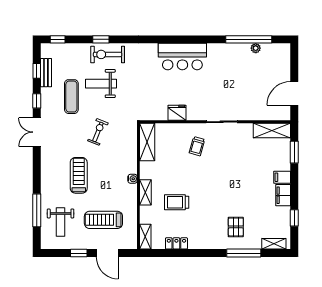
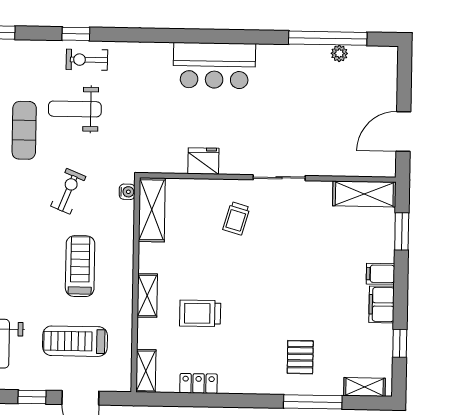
exercise bike: (108, 54) -> (87, 60), width x0.73, depth x0.72
treadmill: (79, 175) -> (80, 266), moved
water cooler: (133, 179) -> (127, 192), moved

